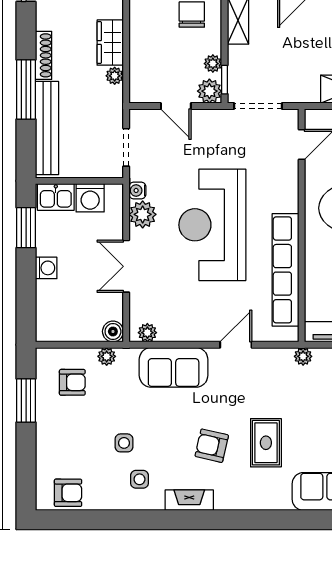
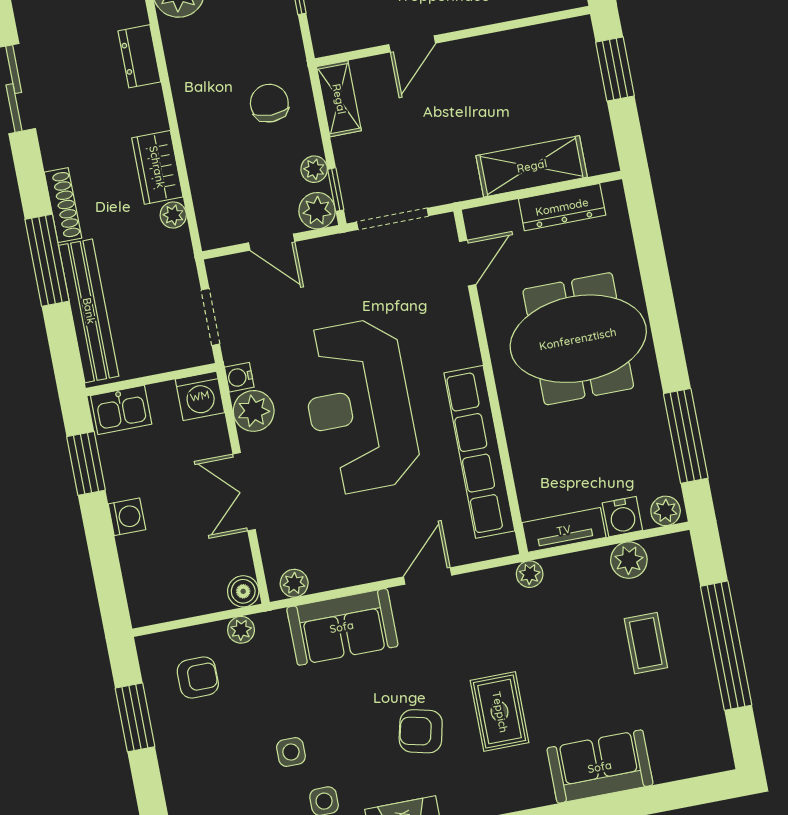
washing machine: (90, 198) -> (200, 396), moved

